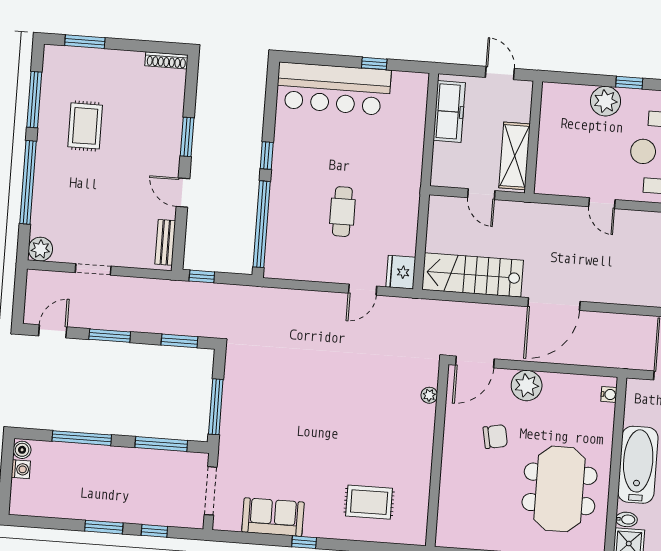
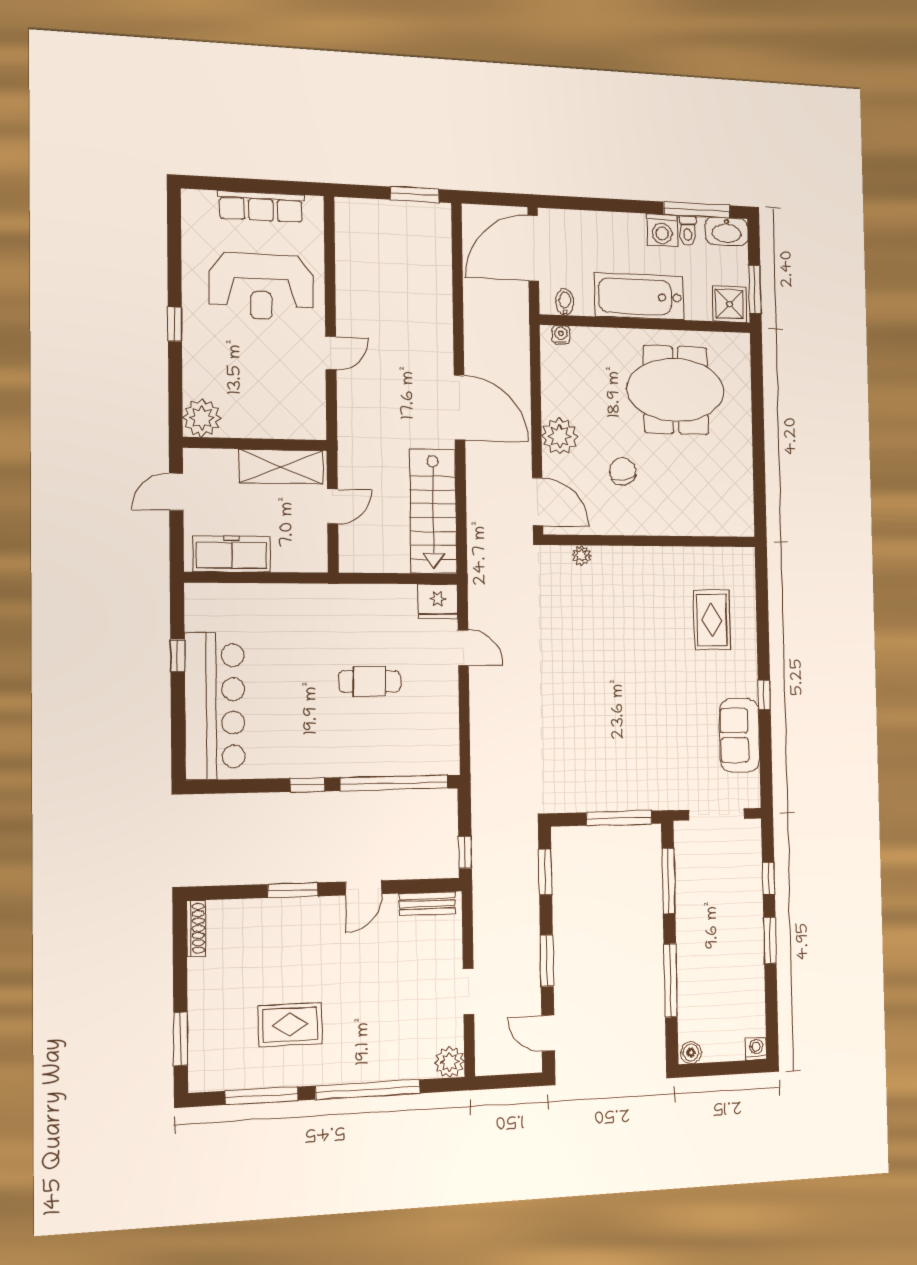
plant: (606, 101) -> (202, 418), moved
washing machine: (21, 469) -> (756, 1049), moved
bidet: (626, 519) -> (565, 302), moved

